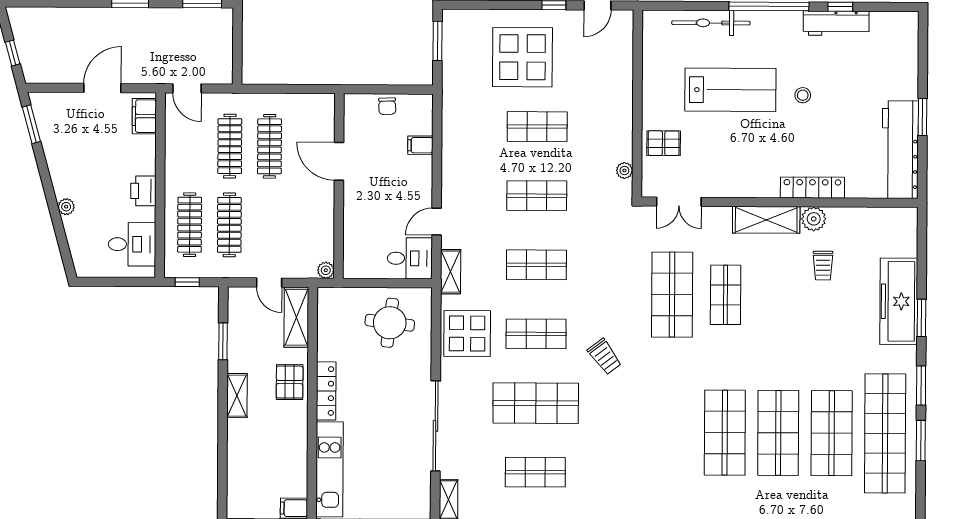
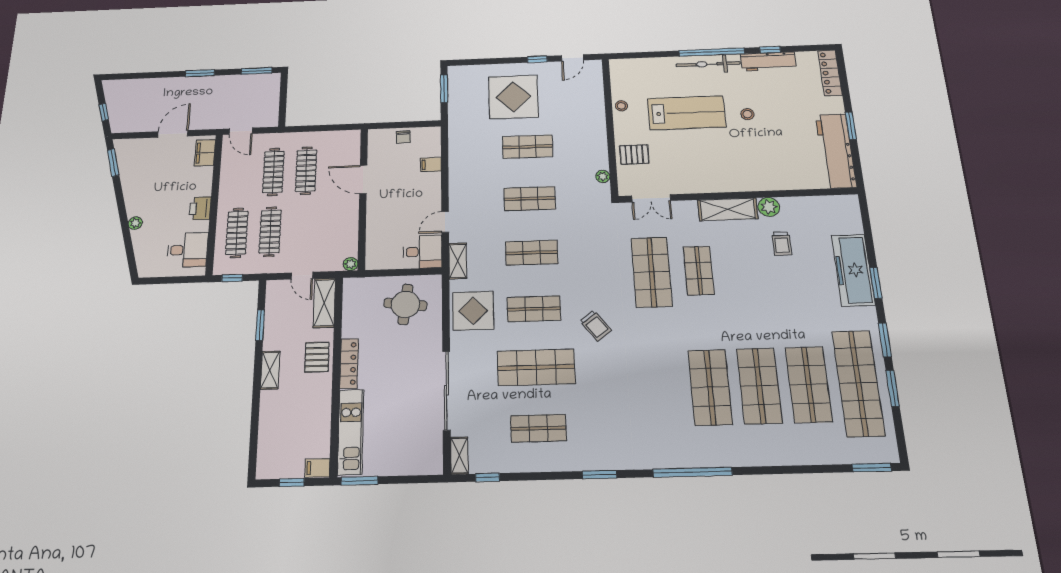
bicycle: (711, 23) -> (708, 64), moved
stool: (653, 76) -> (621, 106), added
locker: (812, 188) -> (830, 73), moved, turned -90

